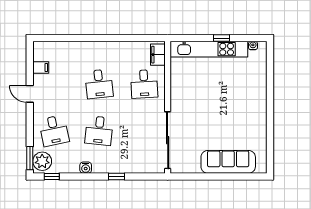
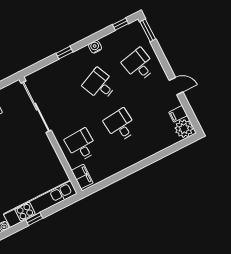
desk: (99, 131) -> (100, 85), turned -30
plant: (42, 161) -> (184, 129), moved

